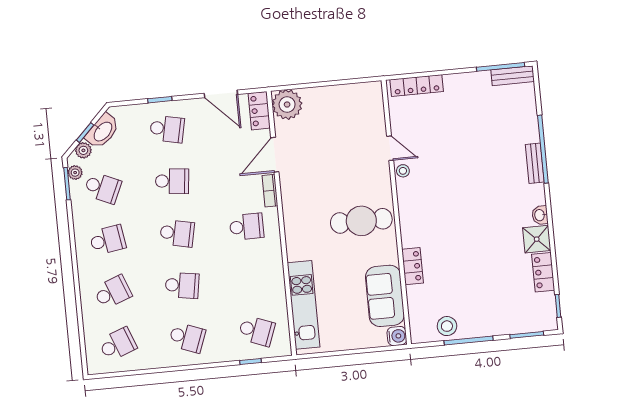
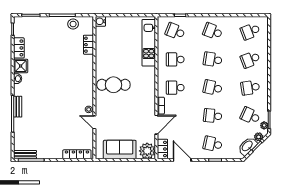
locker: (413, 266) -> (88, 45), moved
school desk: (252, 279) -> (175, 59), added
sofa: (385, 296) -> (120, 150), moved, turned -90

